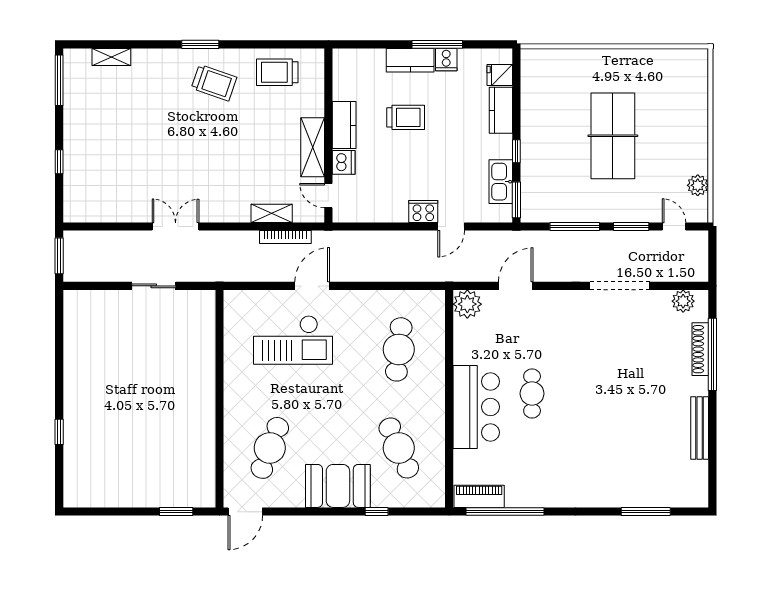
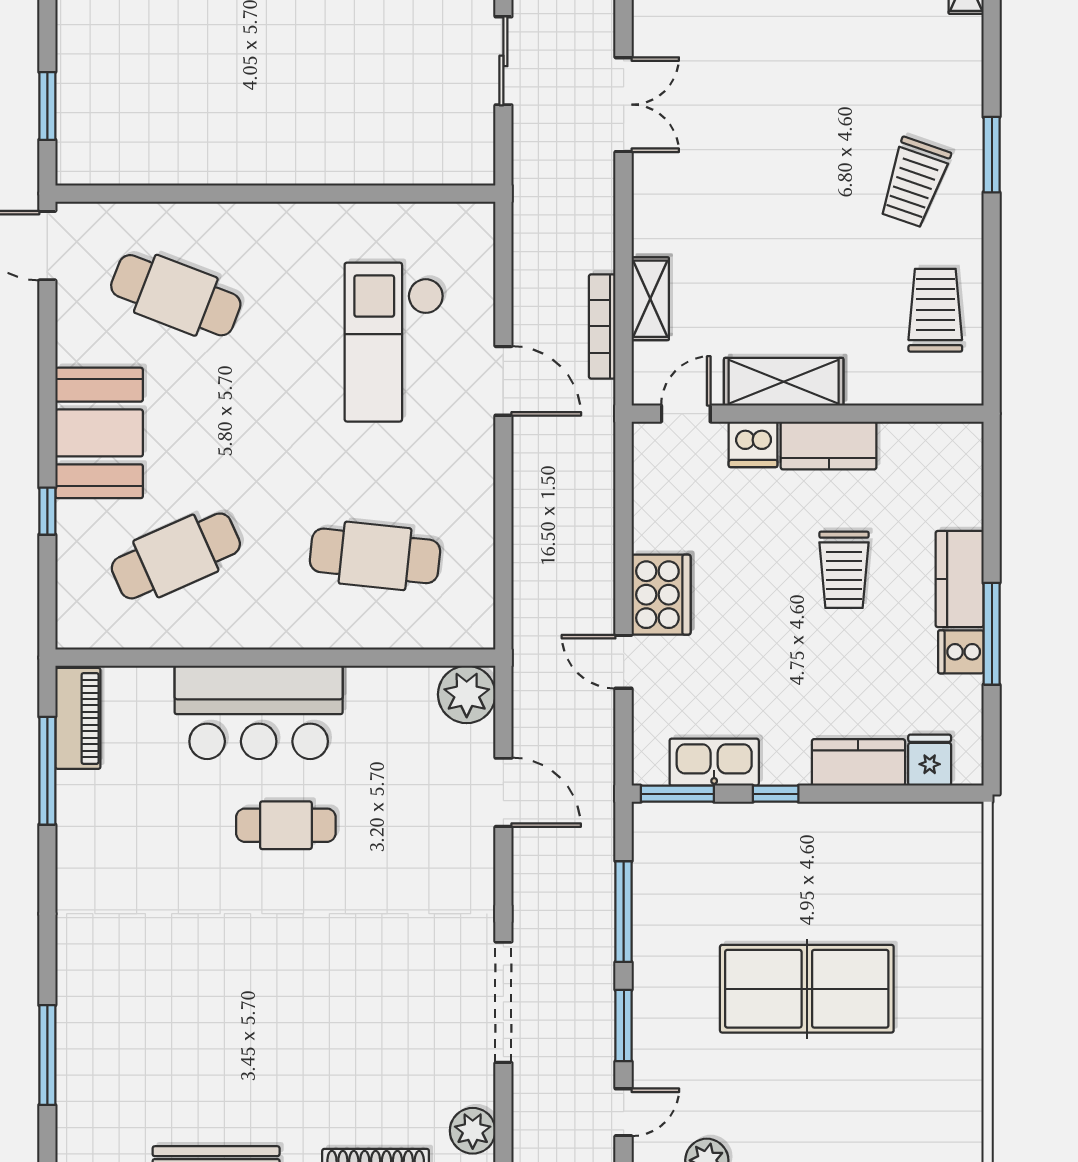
cooker: (423, 211) -> (661, 595), width x1.37, depth x1.31
window: (505, 512) -> (47, 771), width x0.68

